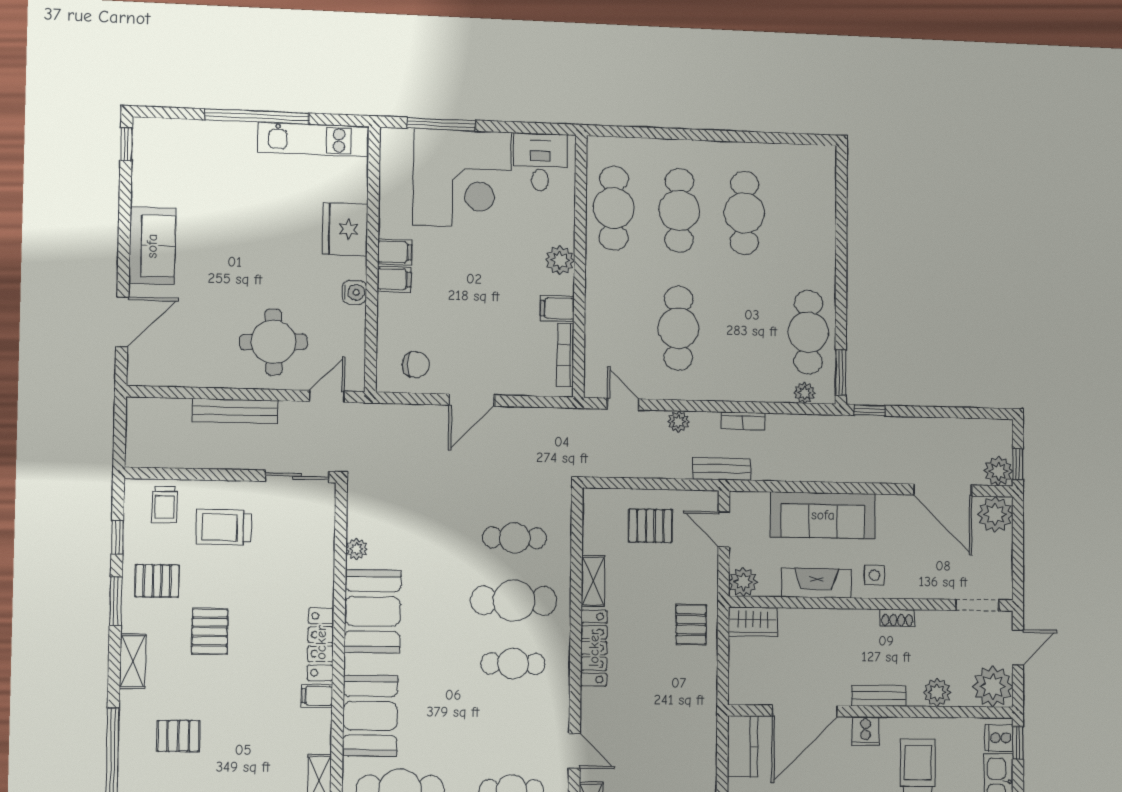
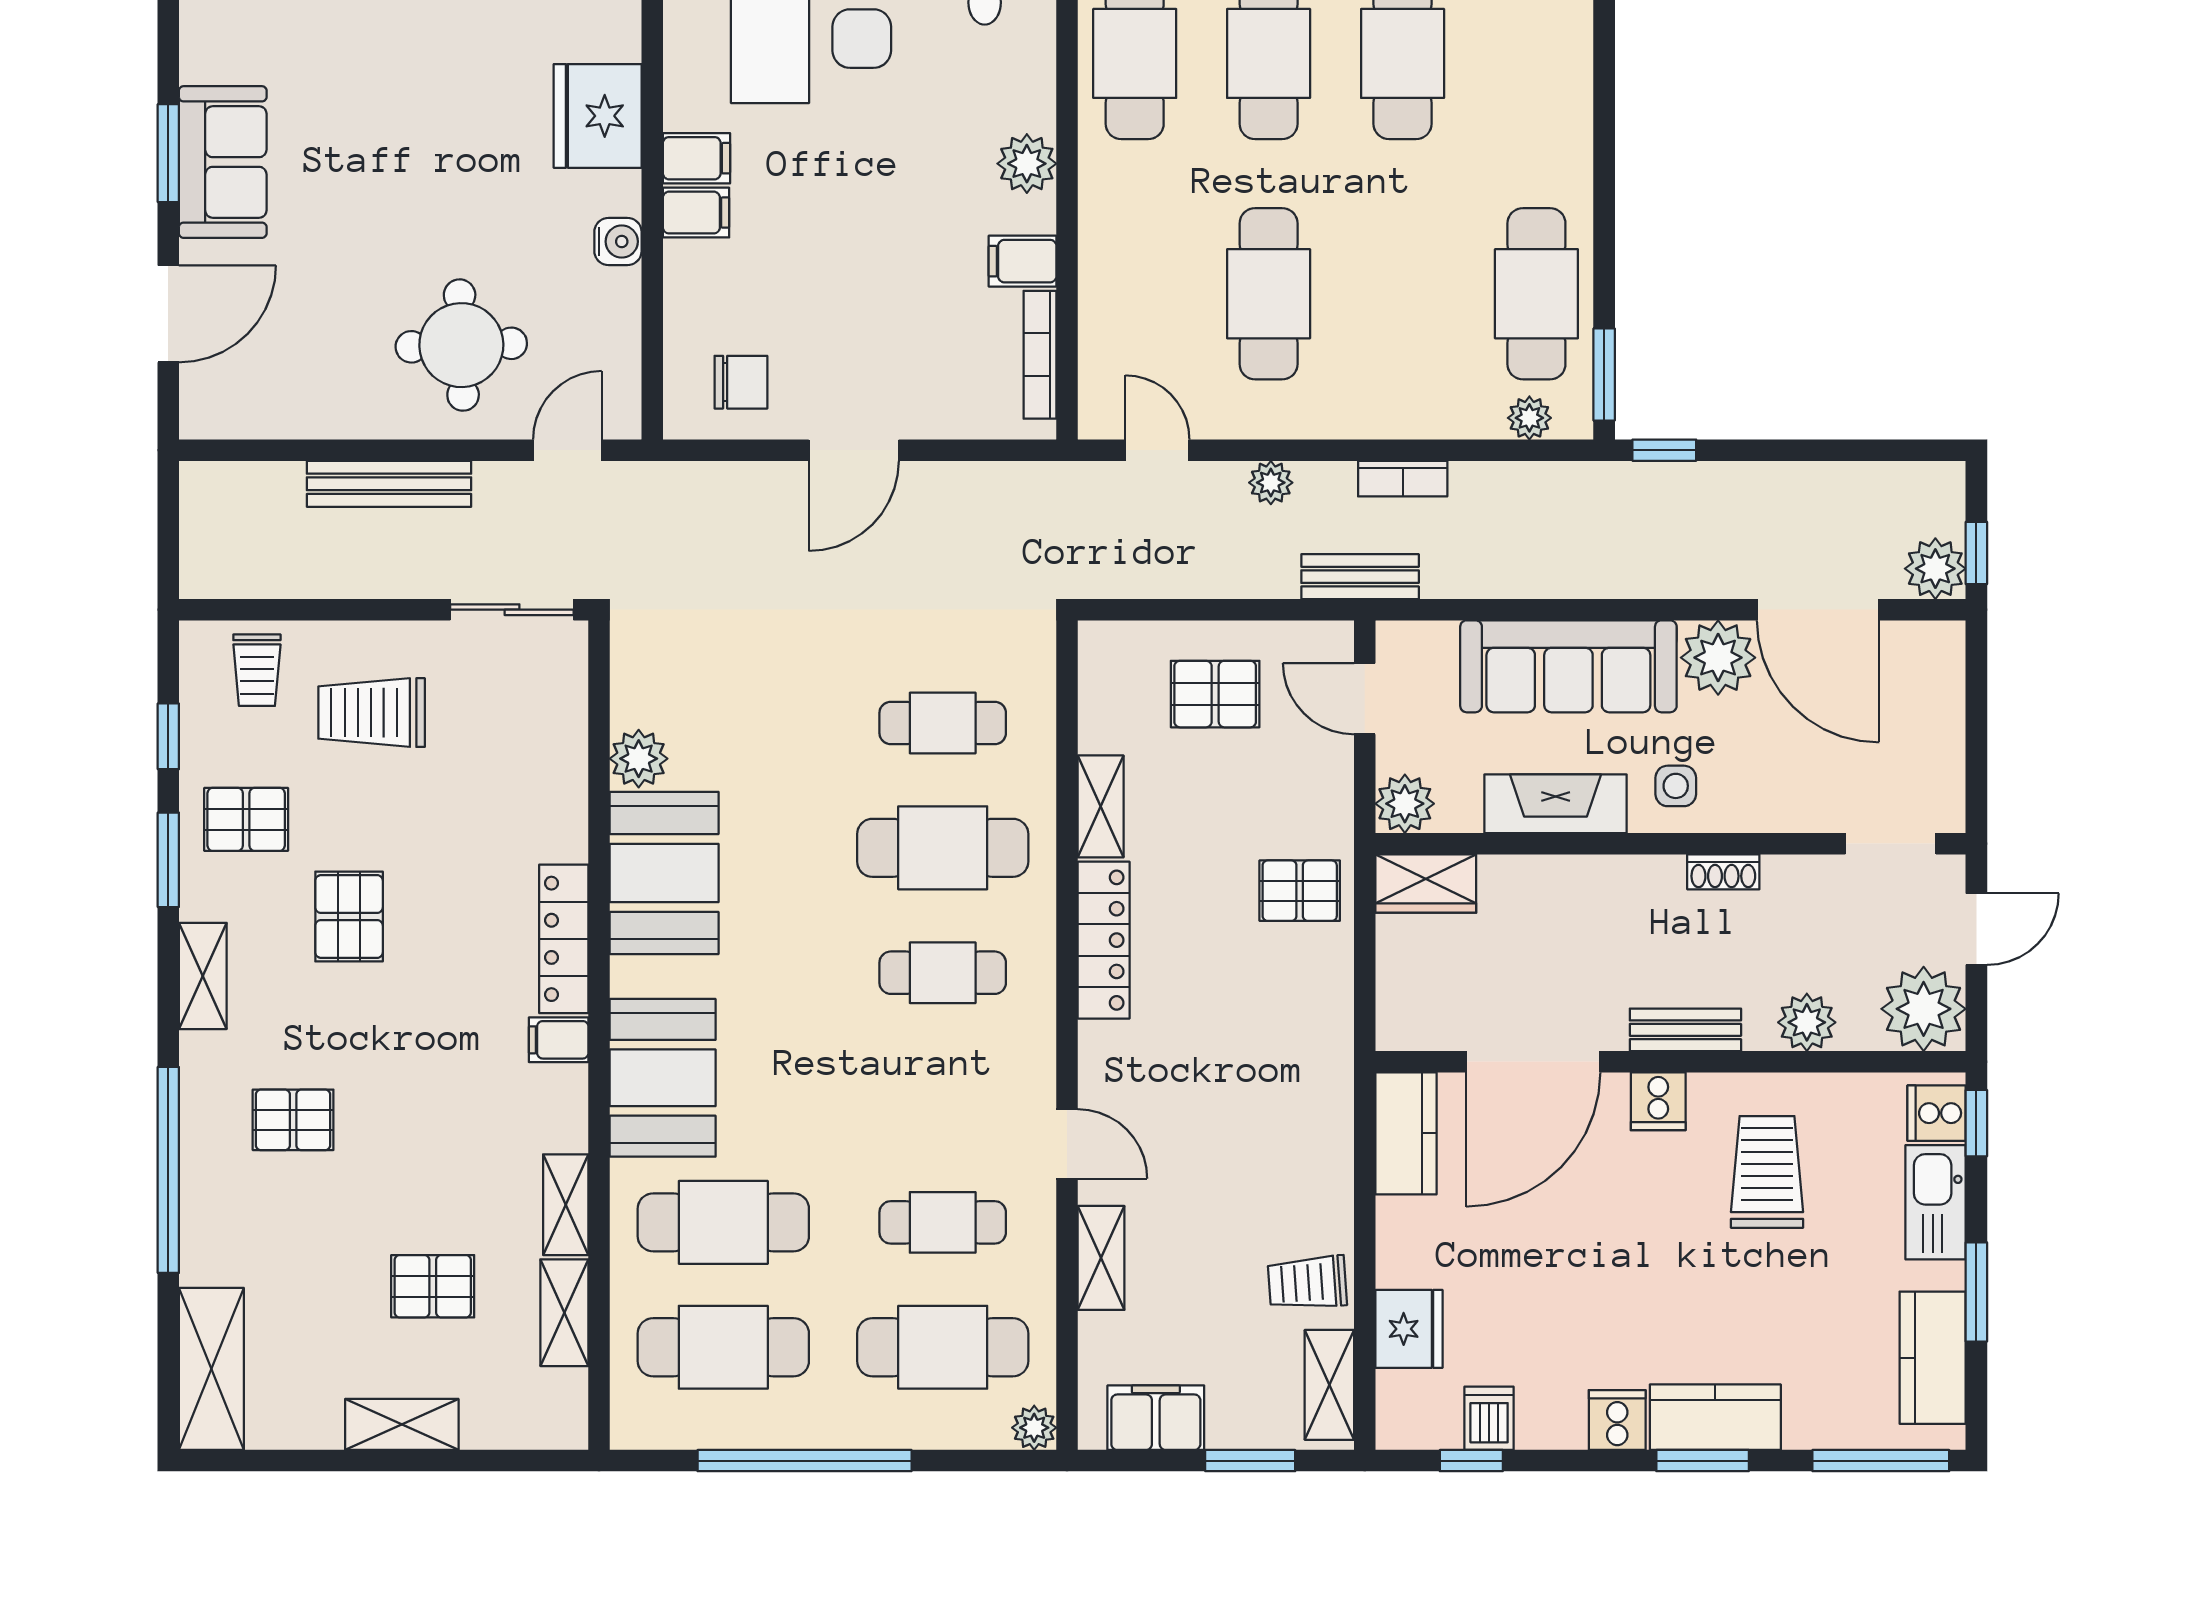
window: (124, 240) -> (168, 153), added
plant: (995, 514) -> (1718, 658), moved
plant: (357, 549) -> (639, 759), width x1.38, depth x1.38
pallet: (691, 624) -> (1300, 891), turned 90

